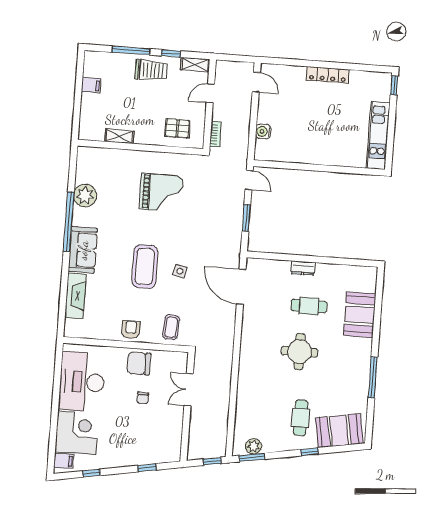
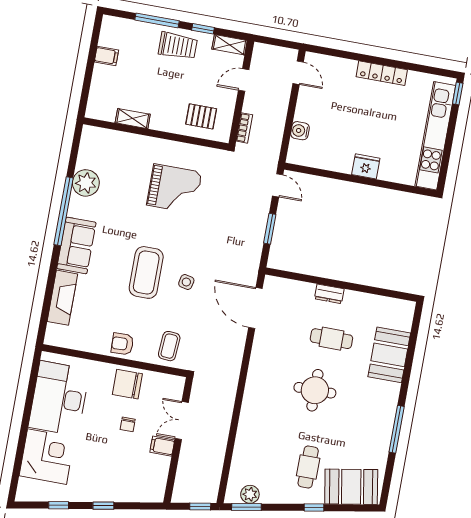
kitchen unit: (378, 136) -> (435, 136), width x1.36
fridge: (323, 156) -> (366, 166), added
armchair: (131, 330) -> (122, 344), turned -92
filing cabinet: (64, 461) -> (162, 446), moved, turned 180
window: (147, 468) -> (103, 506), moved

